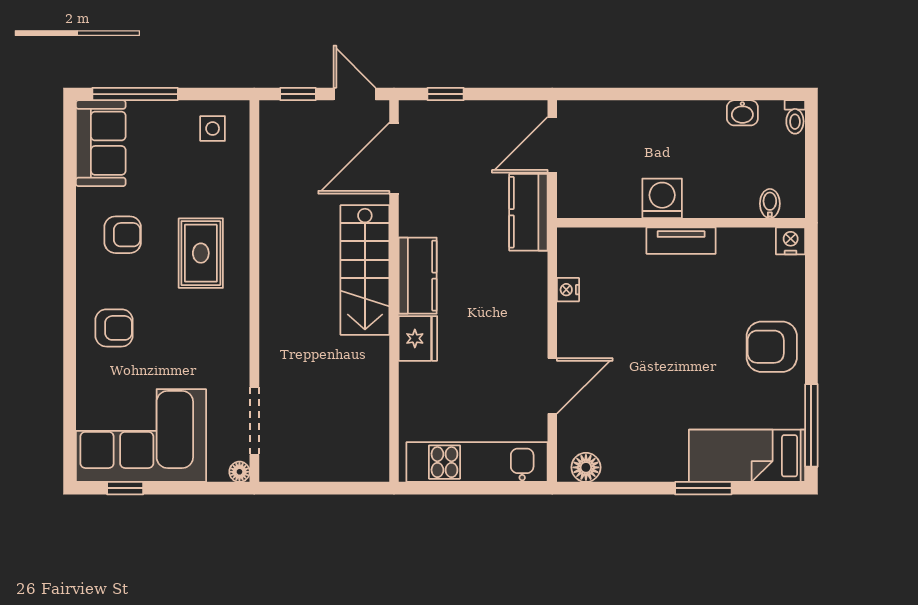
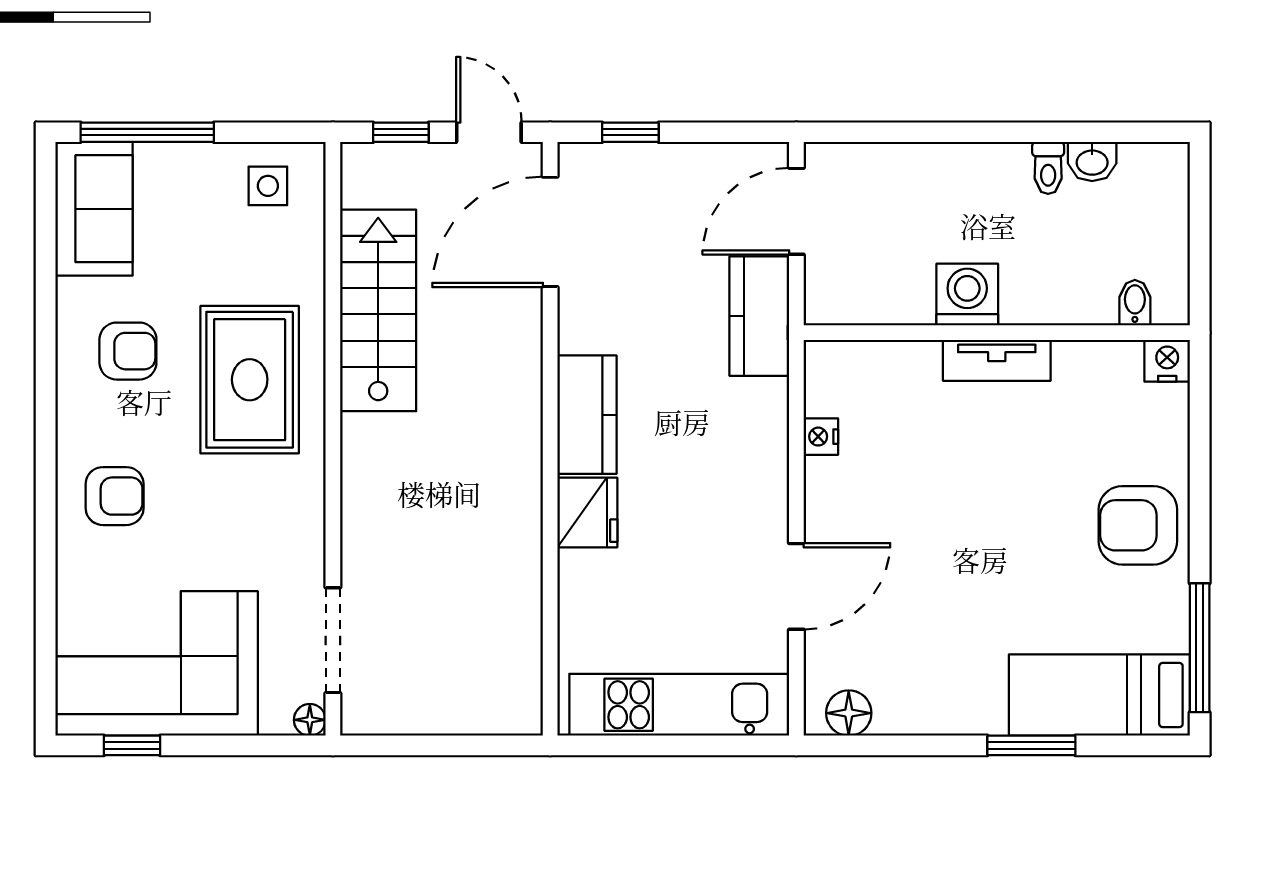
toilet: (795, 117) -> (1048, 168), moved
rug: (201, 253) -> (250, 380), width x1.36, depth x1.43
stairs: (365, 270) -> (378, 310), moved, turned 180

